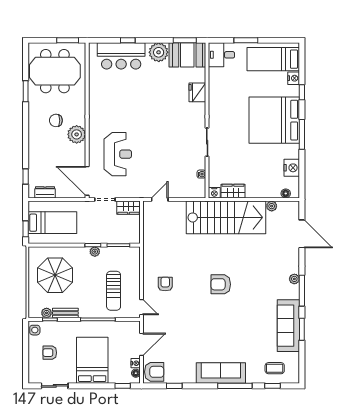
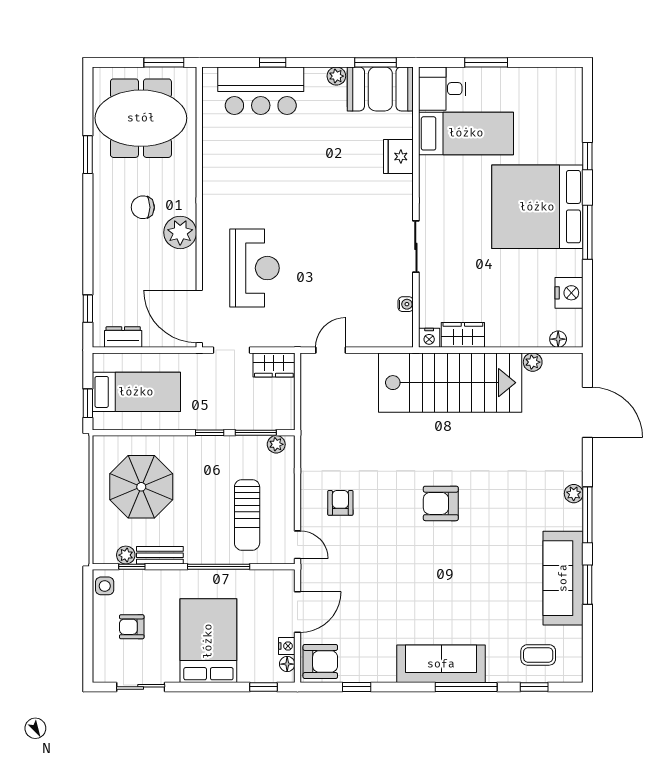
plant: (159, 52) -> (336, 76), width x0.53, depth x0.53
bed: (273, 59) -> (466, 133), moved, turned 180
nightstand: (294, 78) -> (572, 131), removed
plant: (95, 252) -> (276, 444), moved

